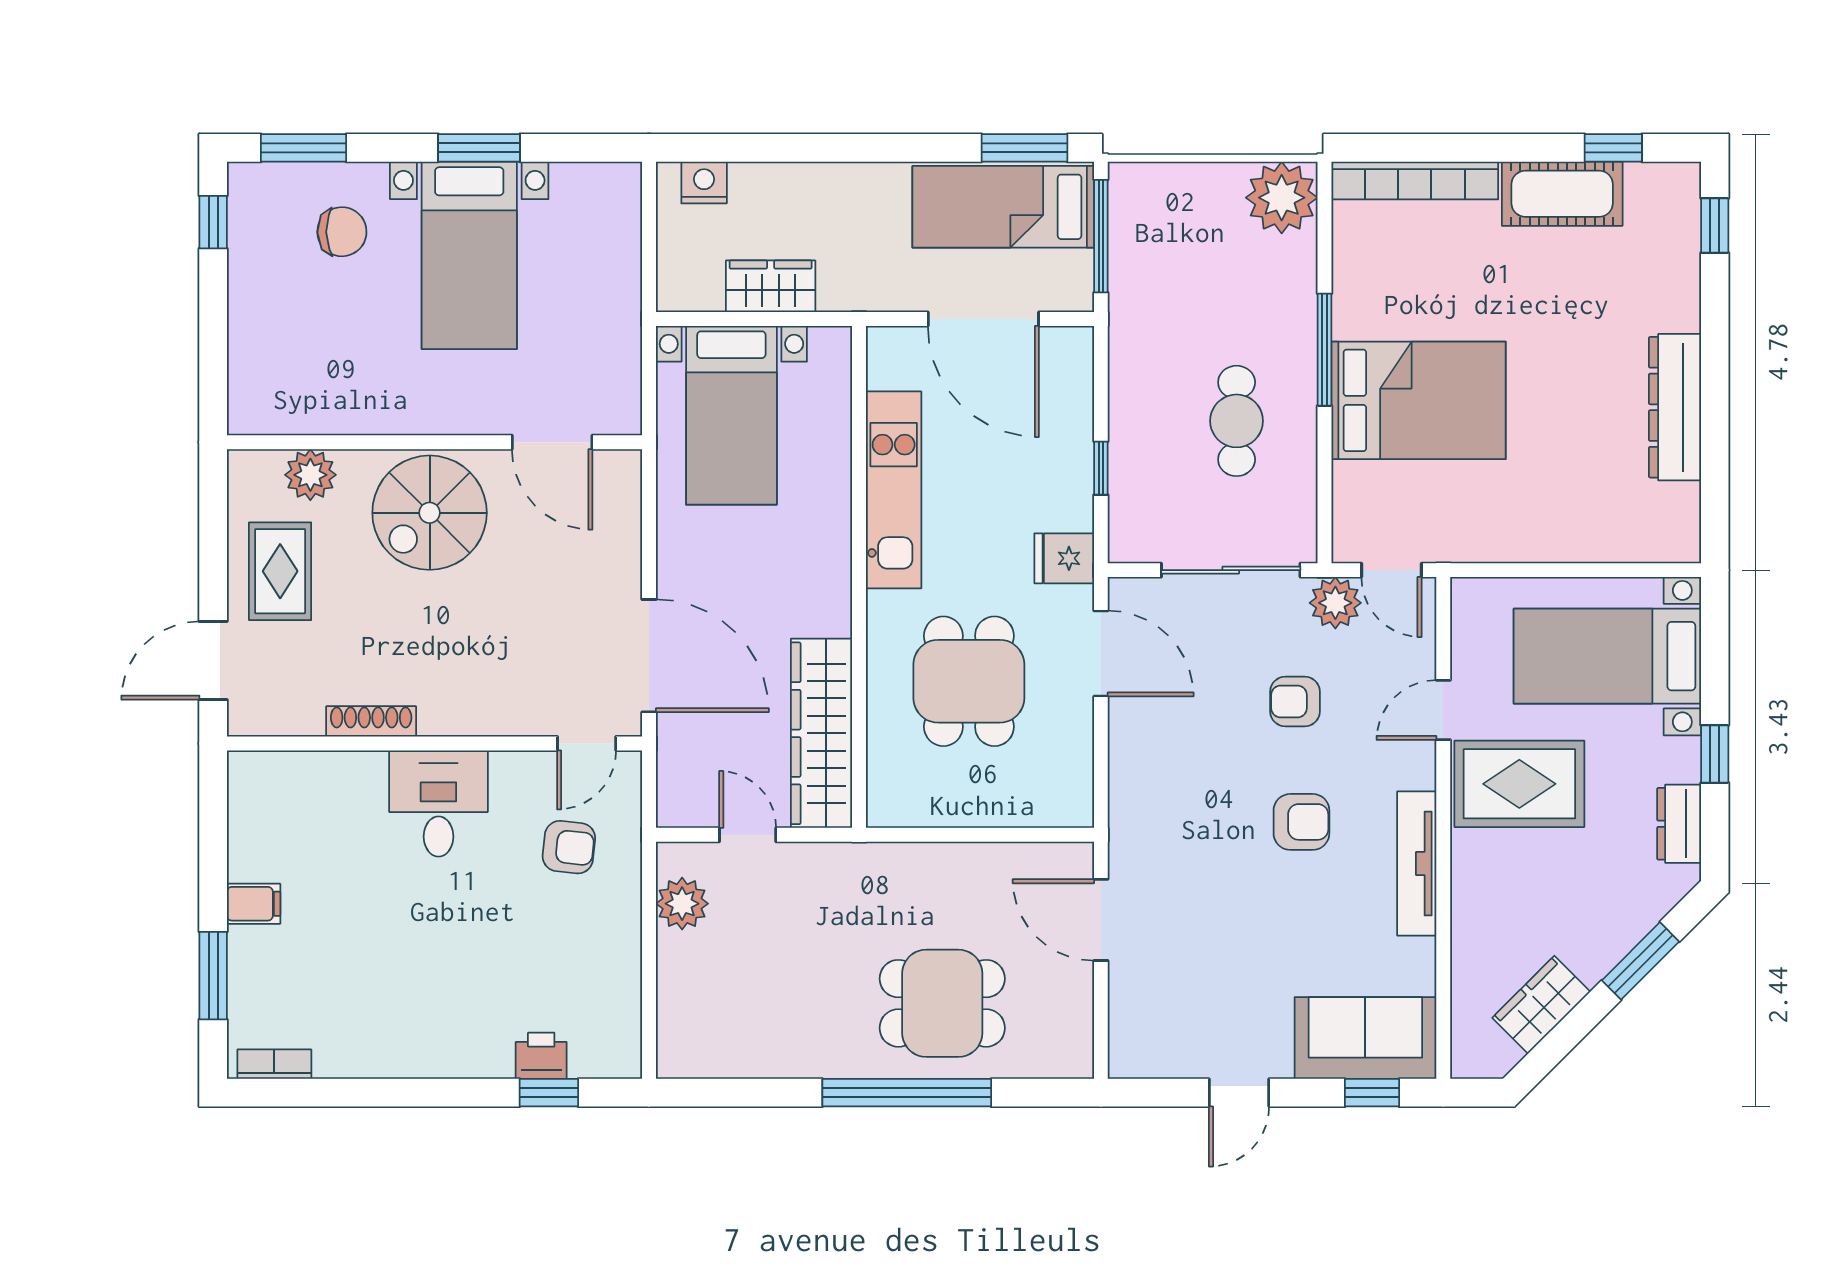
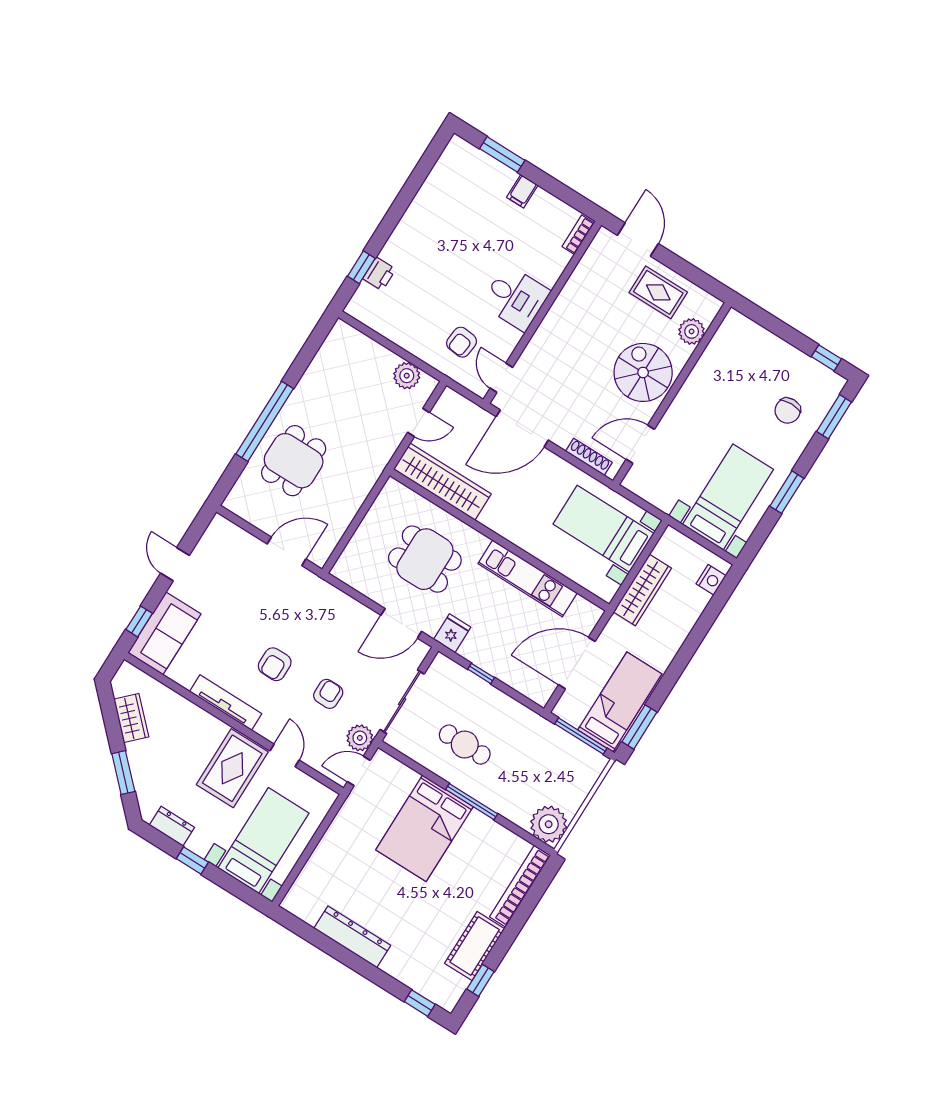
bed with nightstands: (469, 255) -> (728, 497), moved, turned 90
wardrobe: (771, 286) -> (642, 590), width x1.50
shoe rack: (371, 721) -> (589, 457), moved, turned -90
bookcase: (274, 1064) -> (578, 235), moved, turned 180

